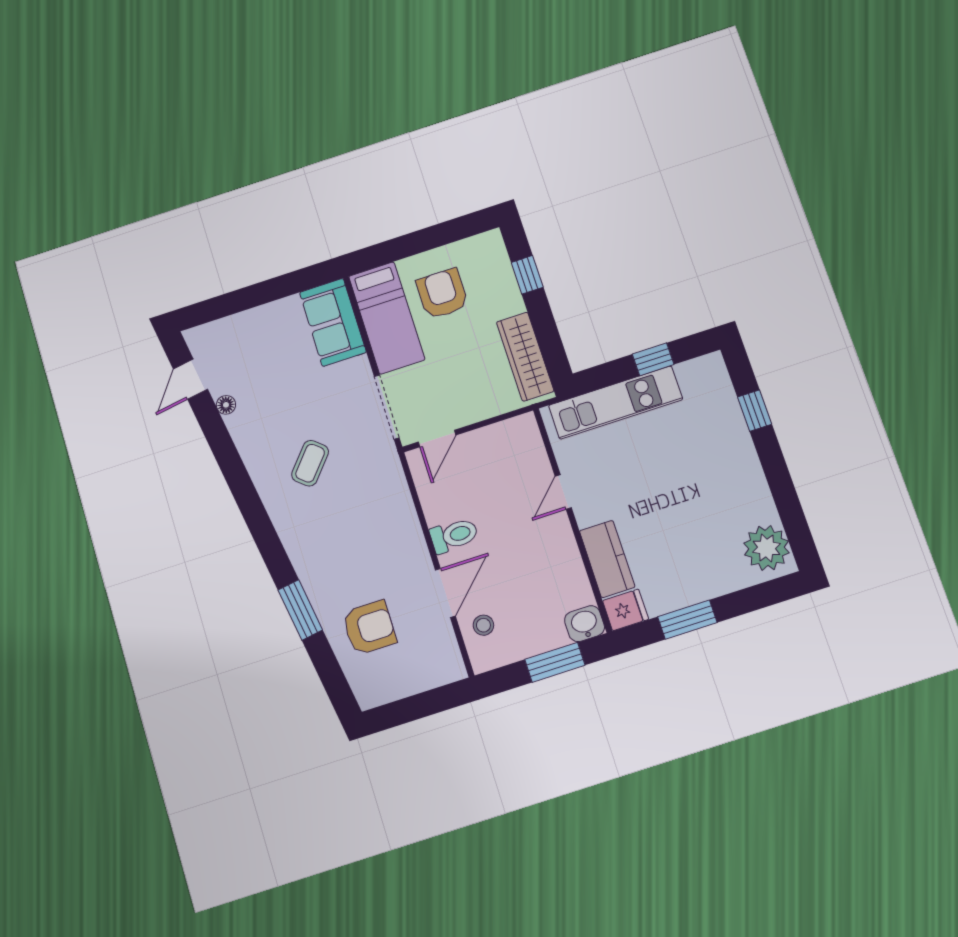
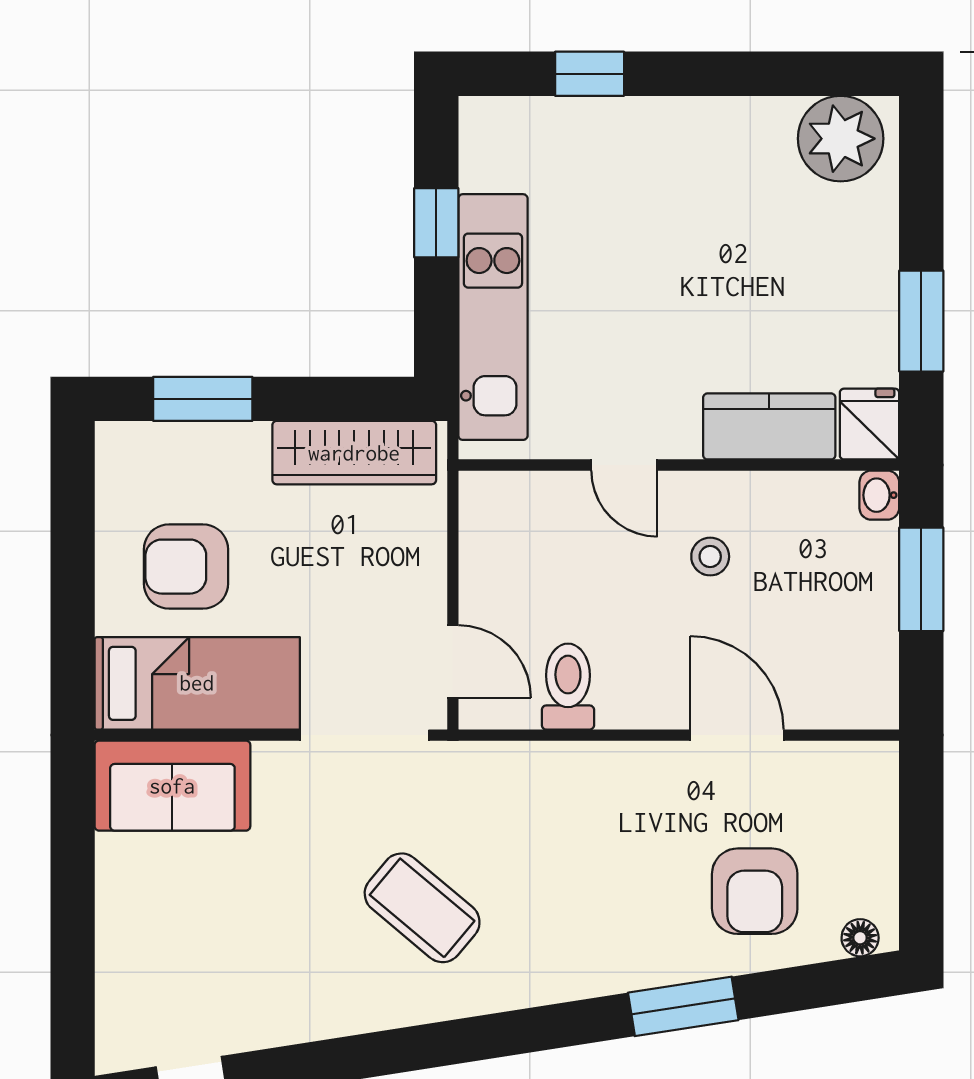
window: (527, 275) -> (203, 399), width x1.50
floor lamp: (226, 405) -> (860, 938), moved
coffee table: (310, 463) -> (422, 908), width x1.36, depth x1.30
toilet: (454, 535) -> (568, 687), moved
washbasin: (585, 624) -> (879, 495), width x0.72, depth x0.69
stool: (483, 625) -> (710, 557), moved
armchair: (369, 628) -> (755, 891), turned 180

